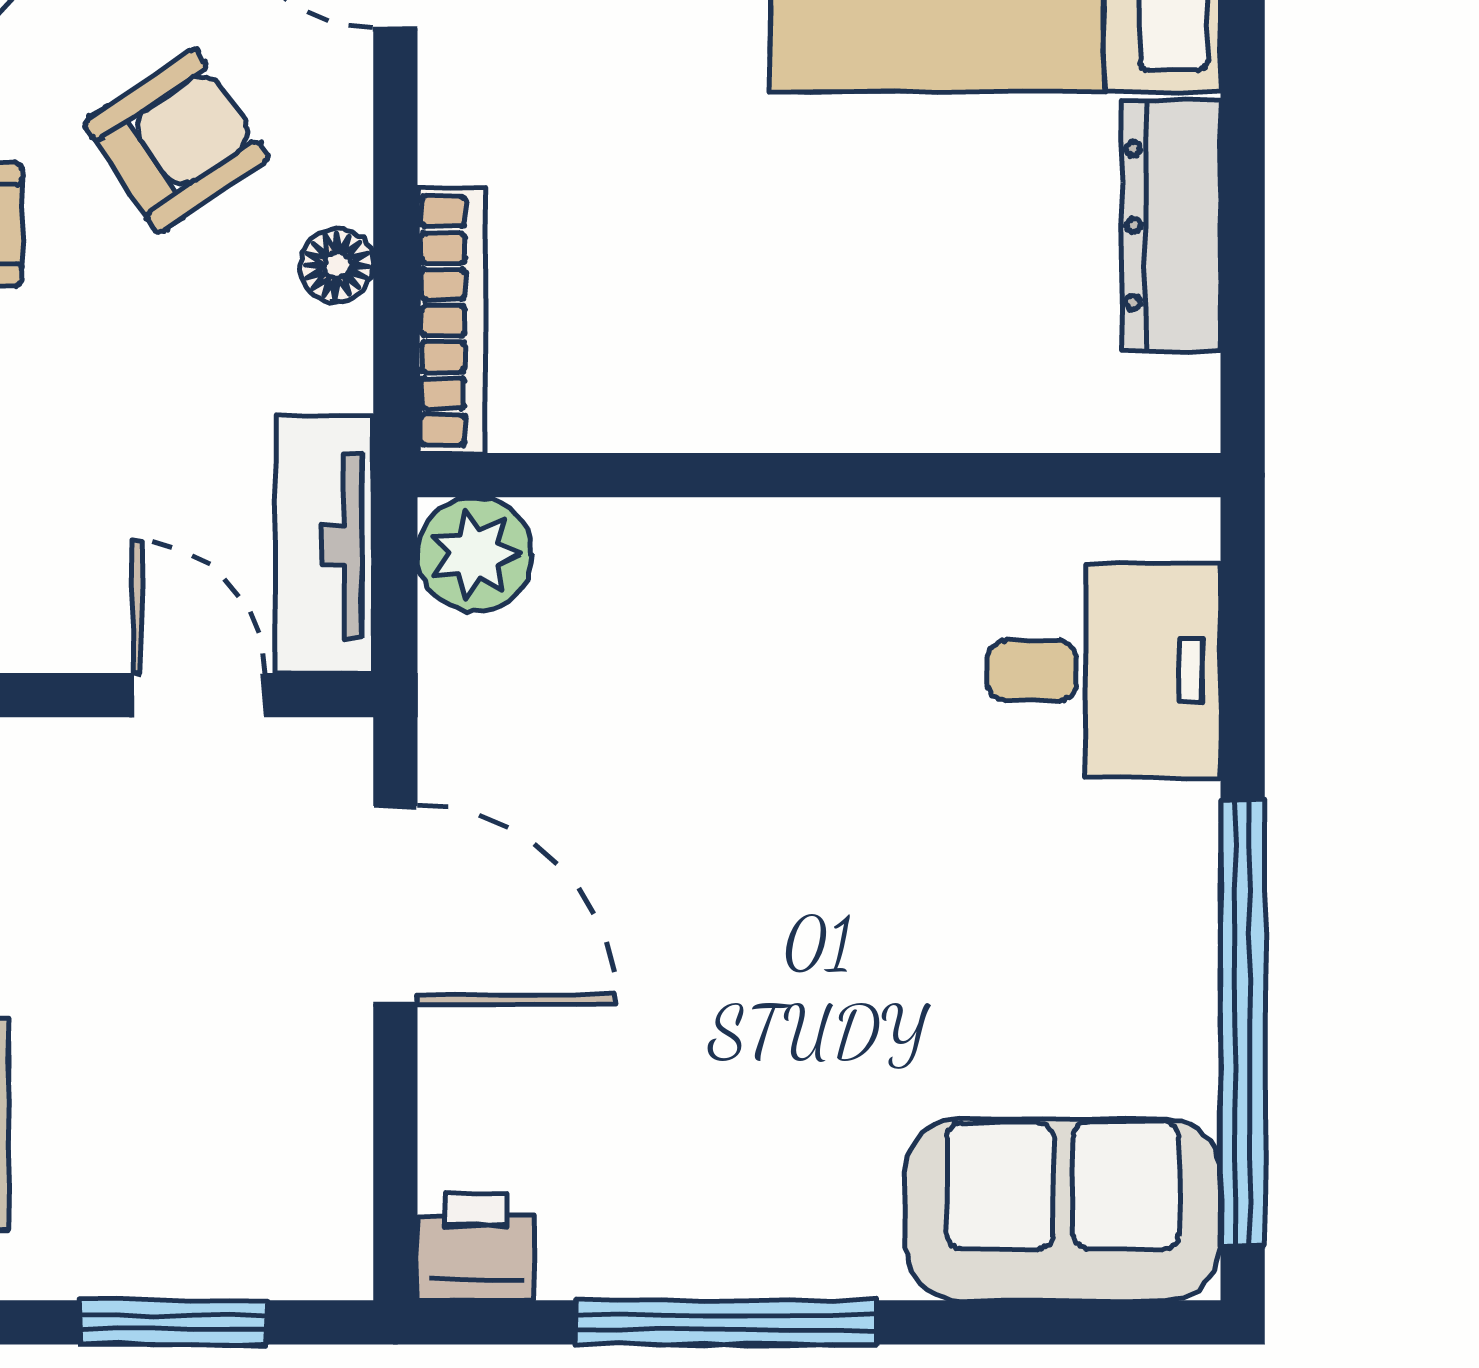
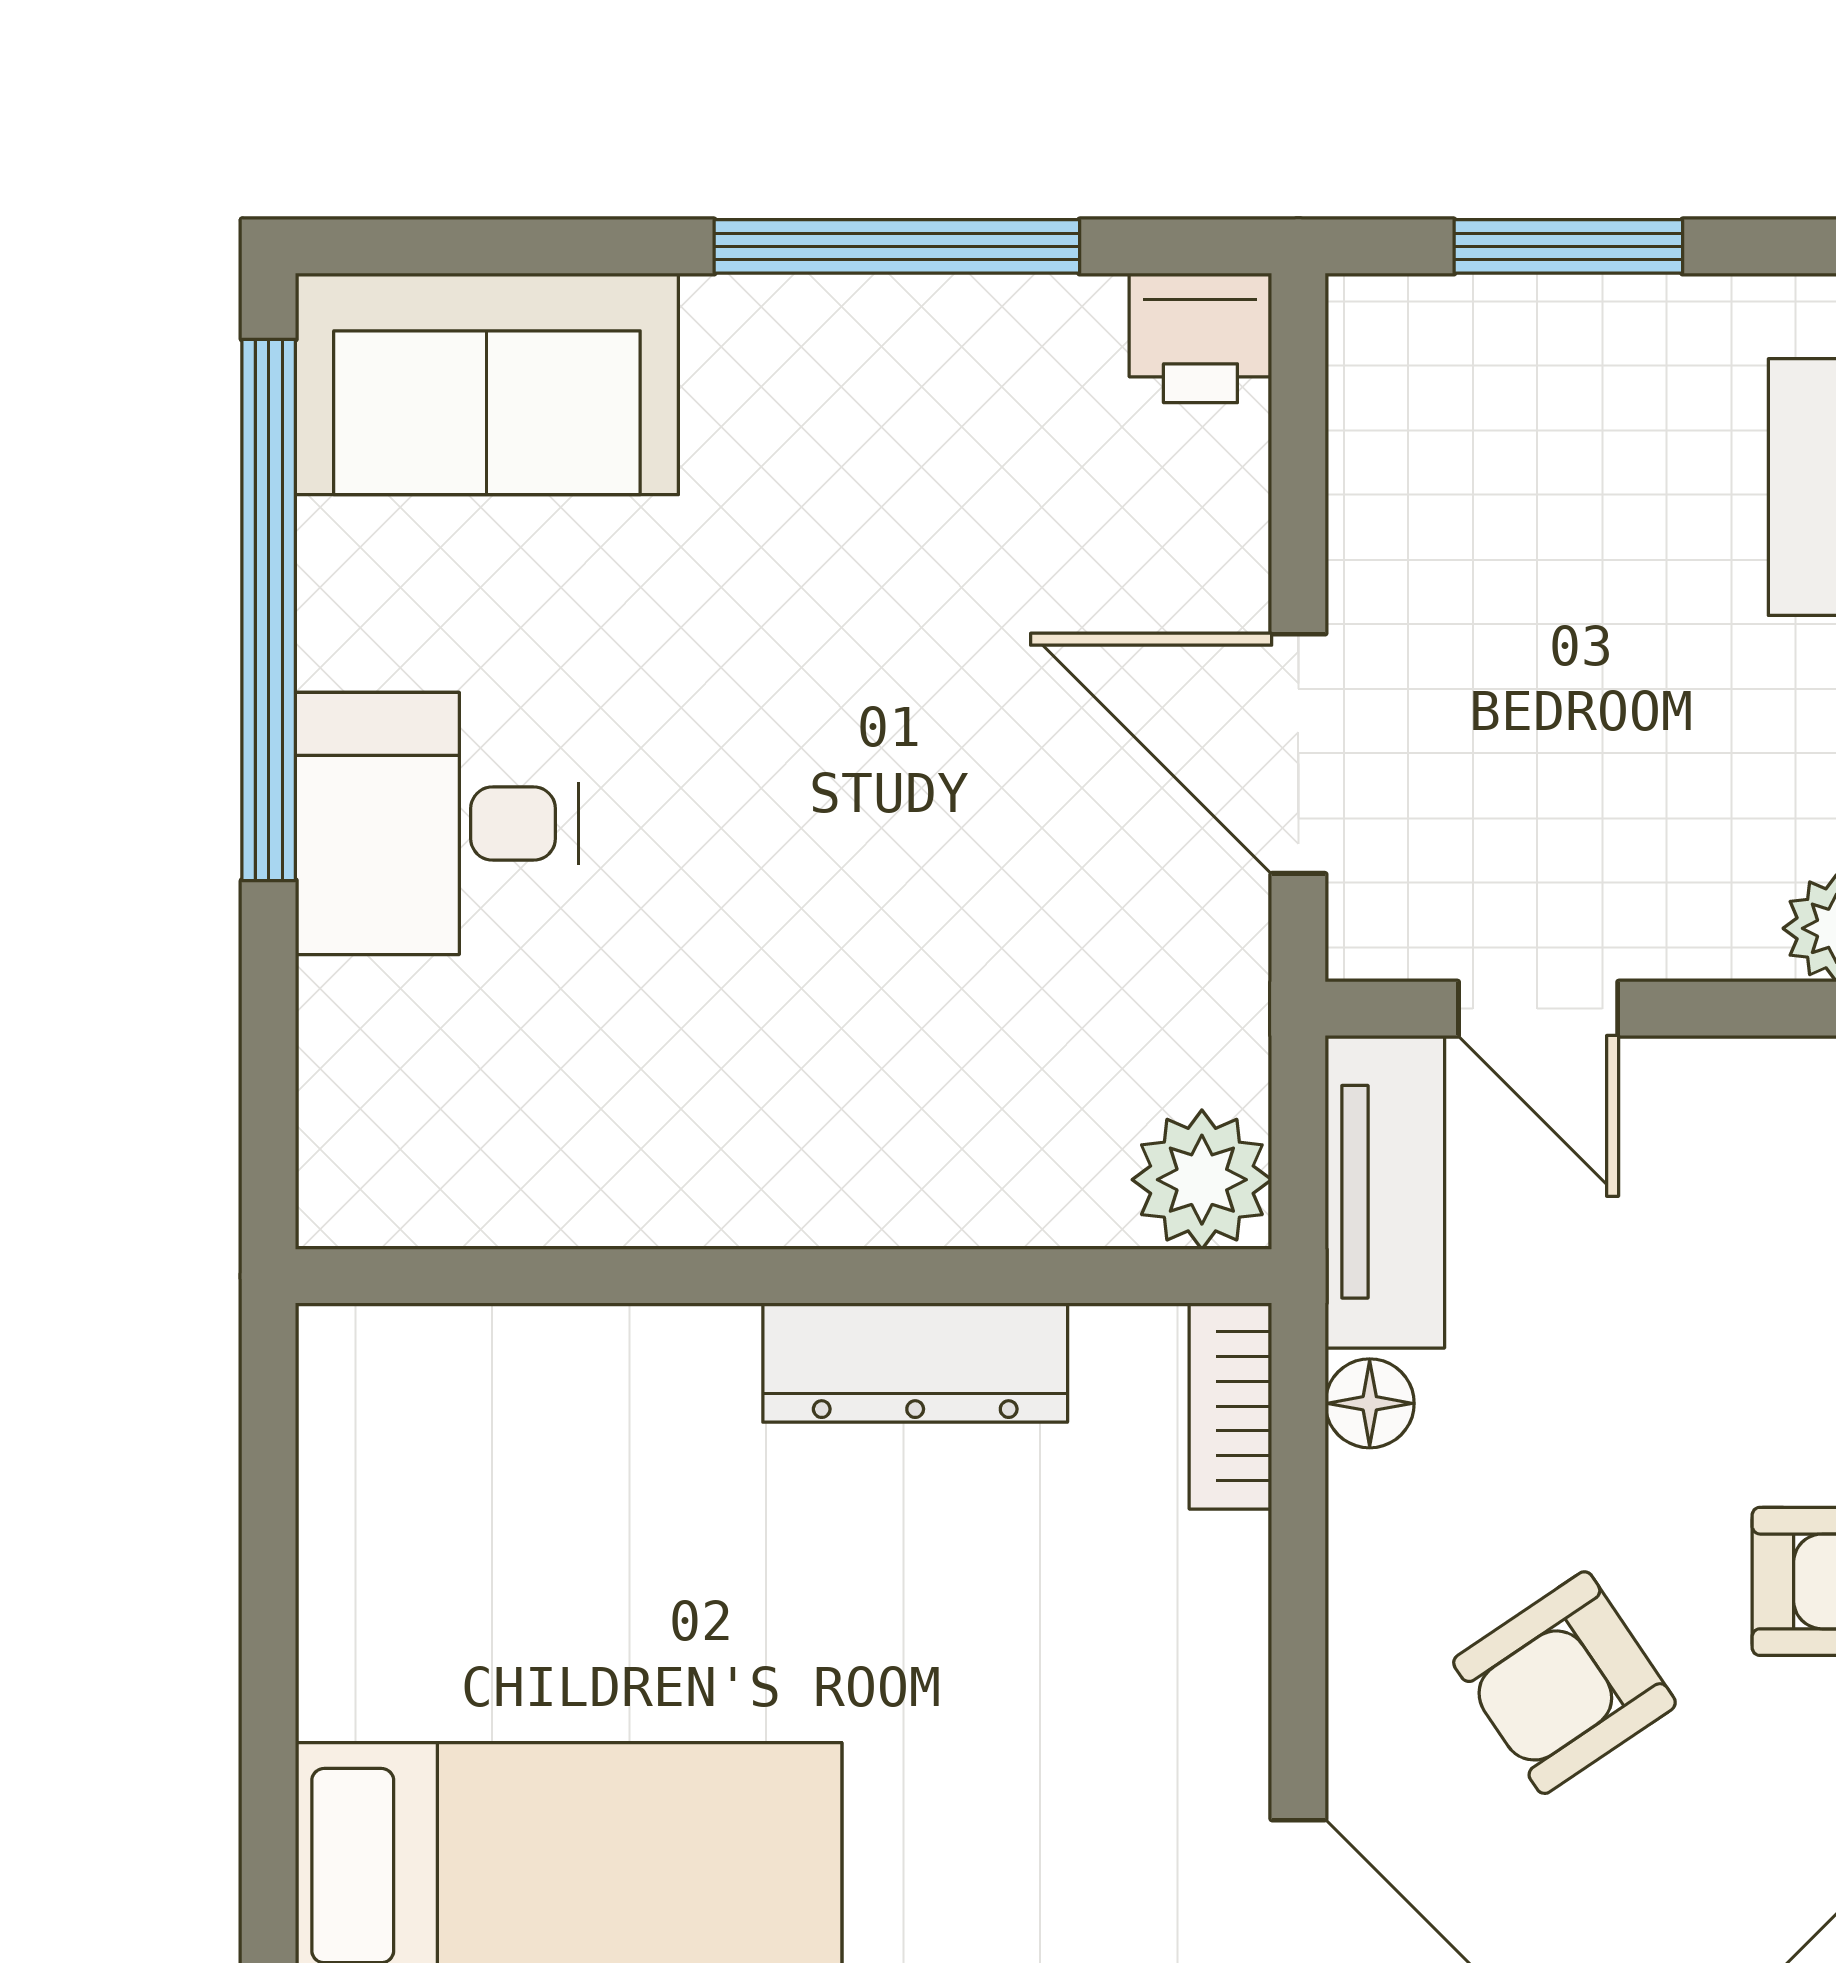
dresser: (1172, 226) -> (915, 1363), moved, turned 90
floor lamp: (337, 265) -> (1370, 1403), moved
bookcase: (451, 321) -> (1230, 1406), width x0.64
desk: (1104, 671) -> (437, 824), moved

